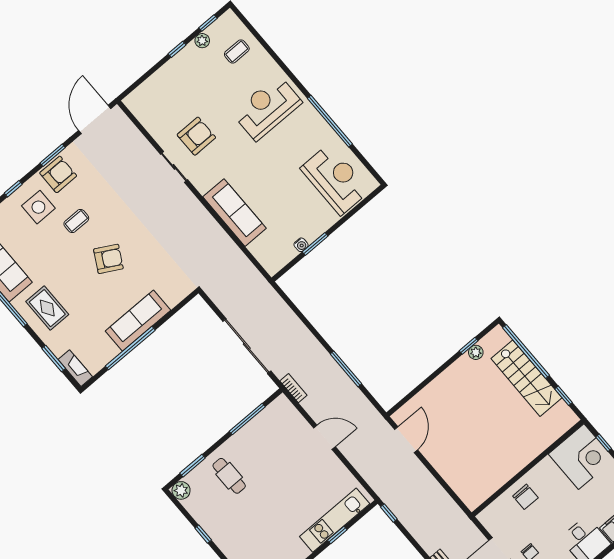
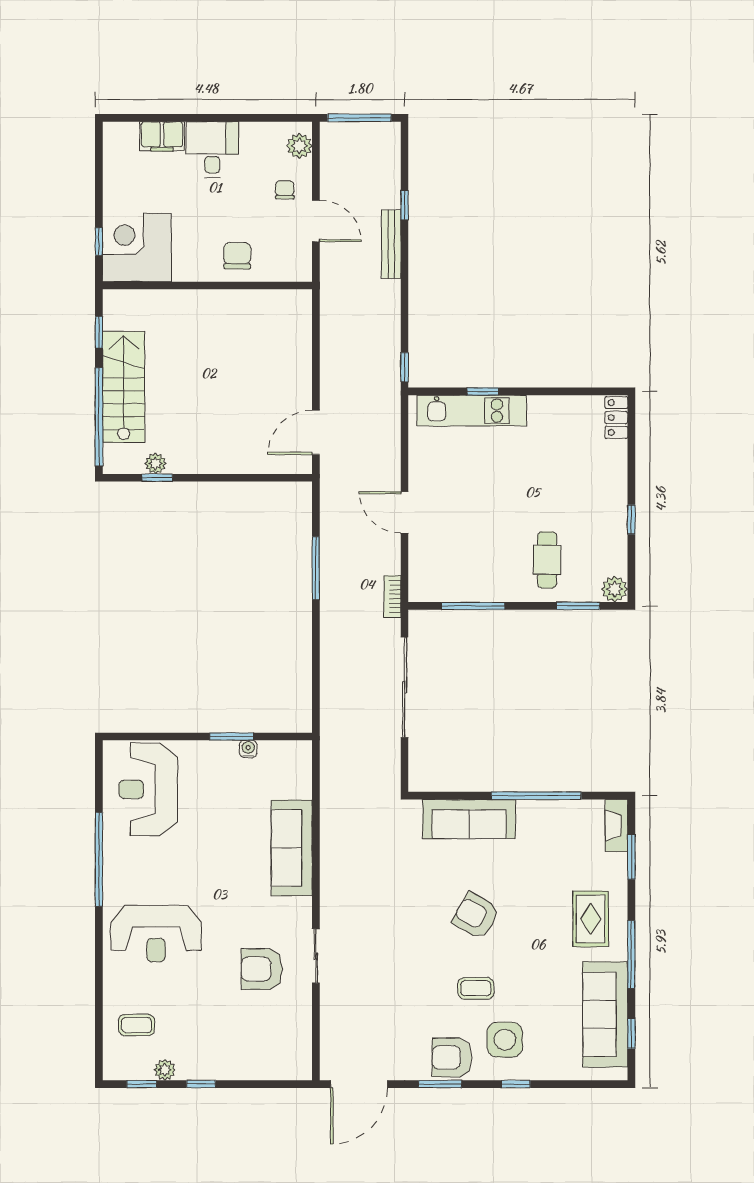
sofa: (138, 321) -> (469, 819), moved

